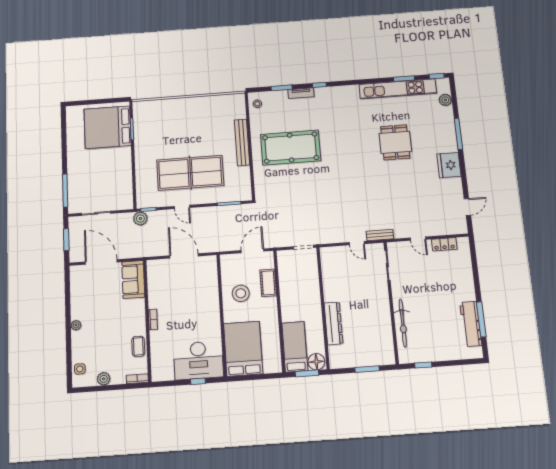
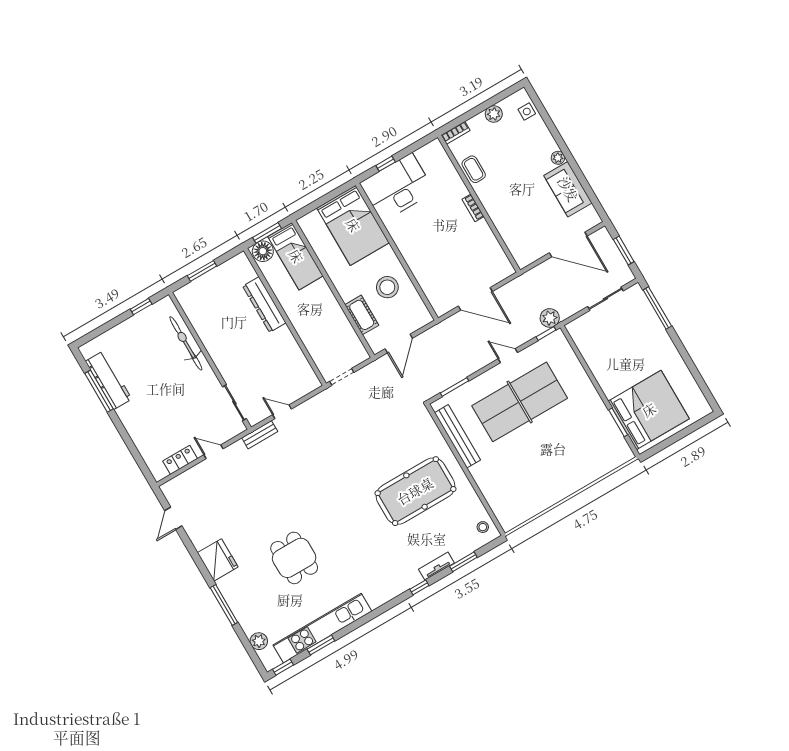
bench: (242, 142) -> (457, 436), moved
sofa: (133, 279) -> (568, 189), moved, turned 180

